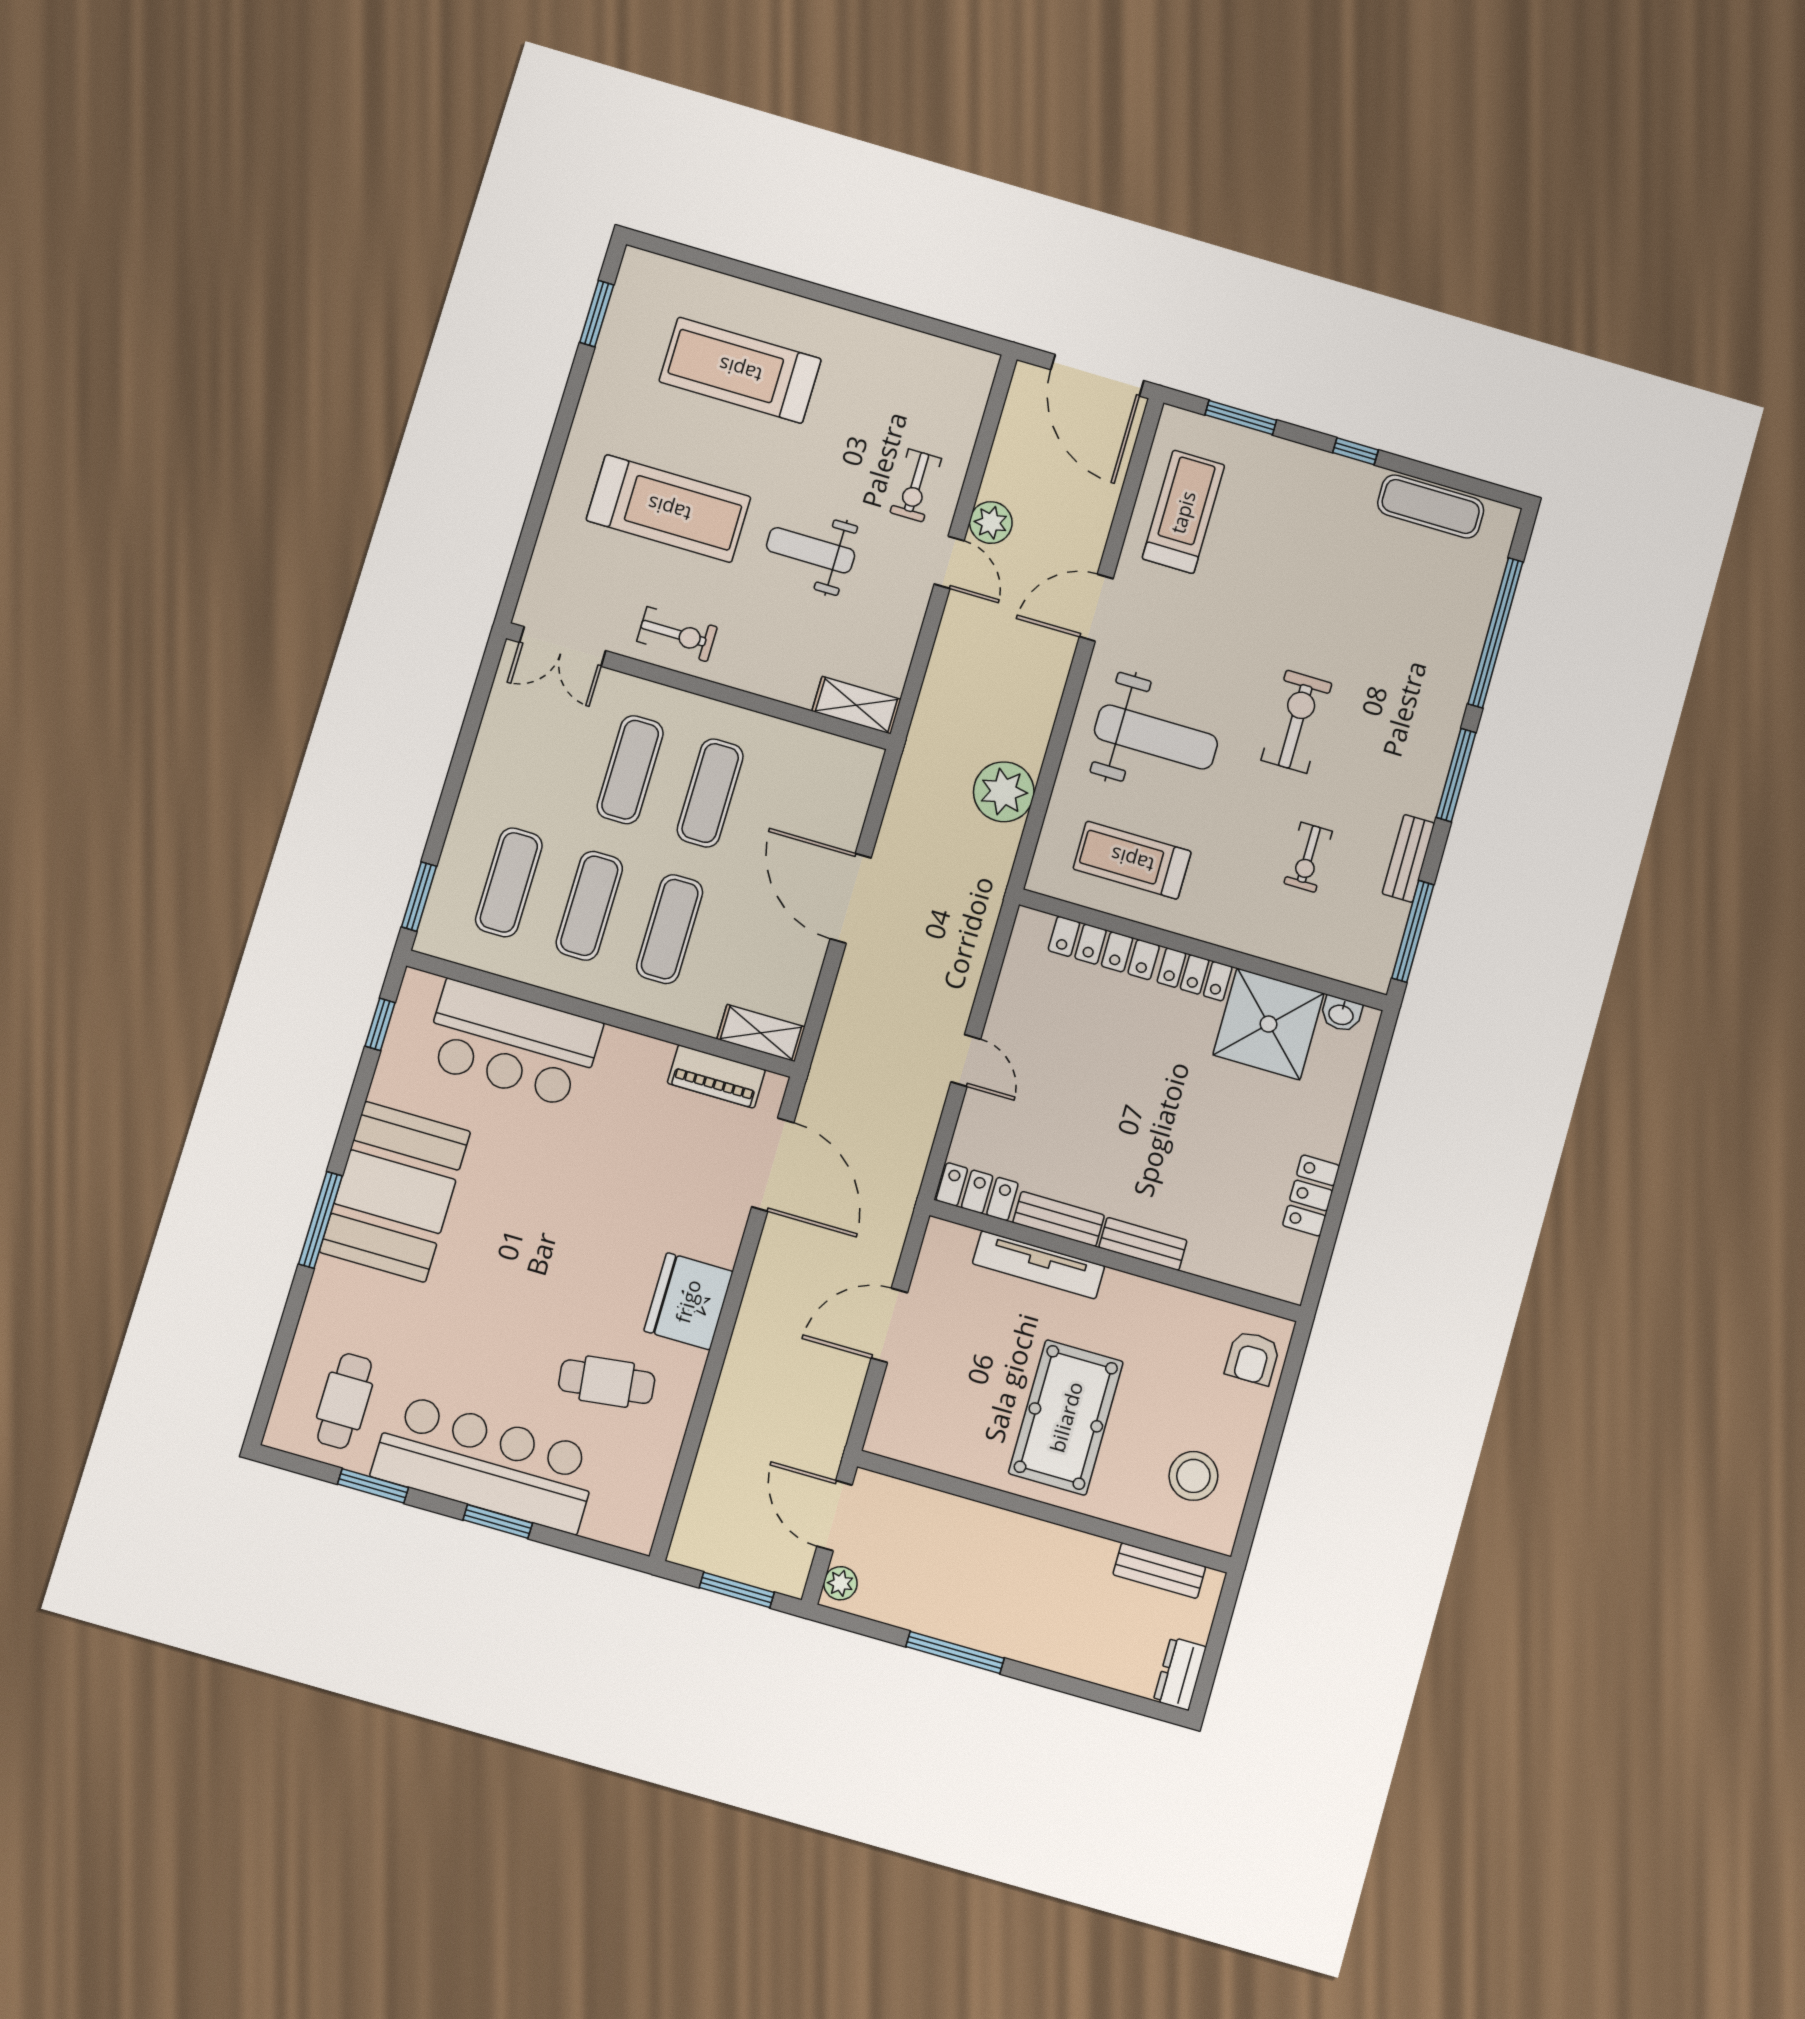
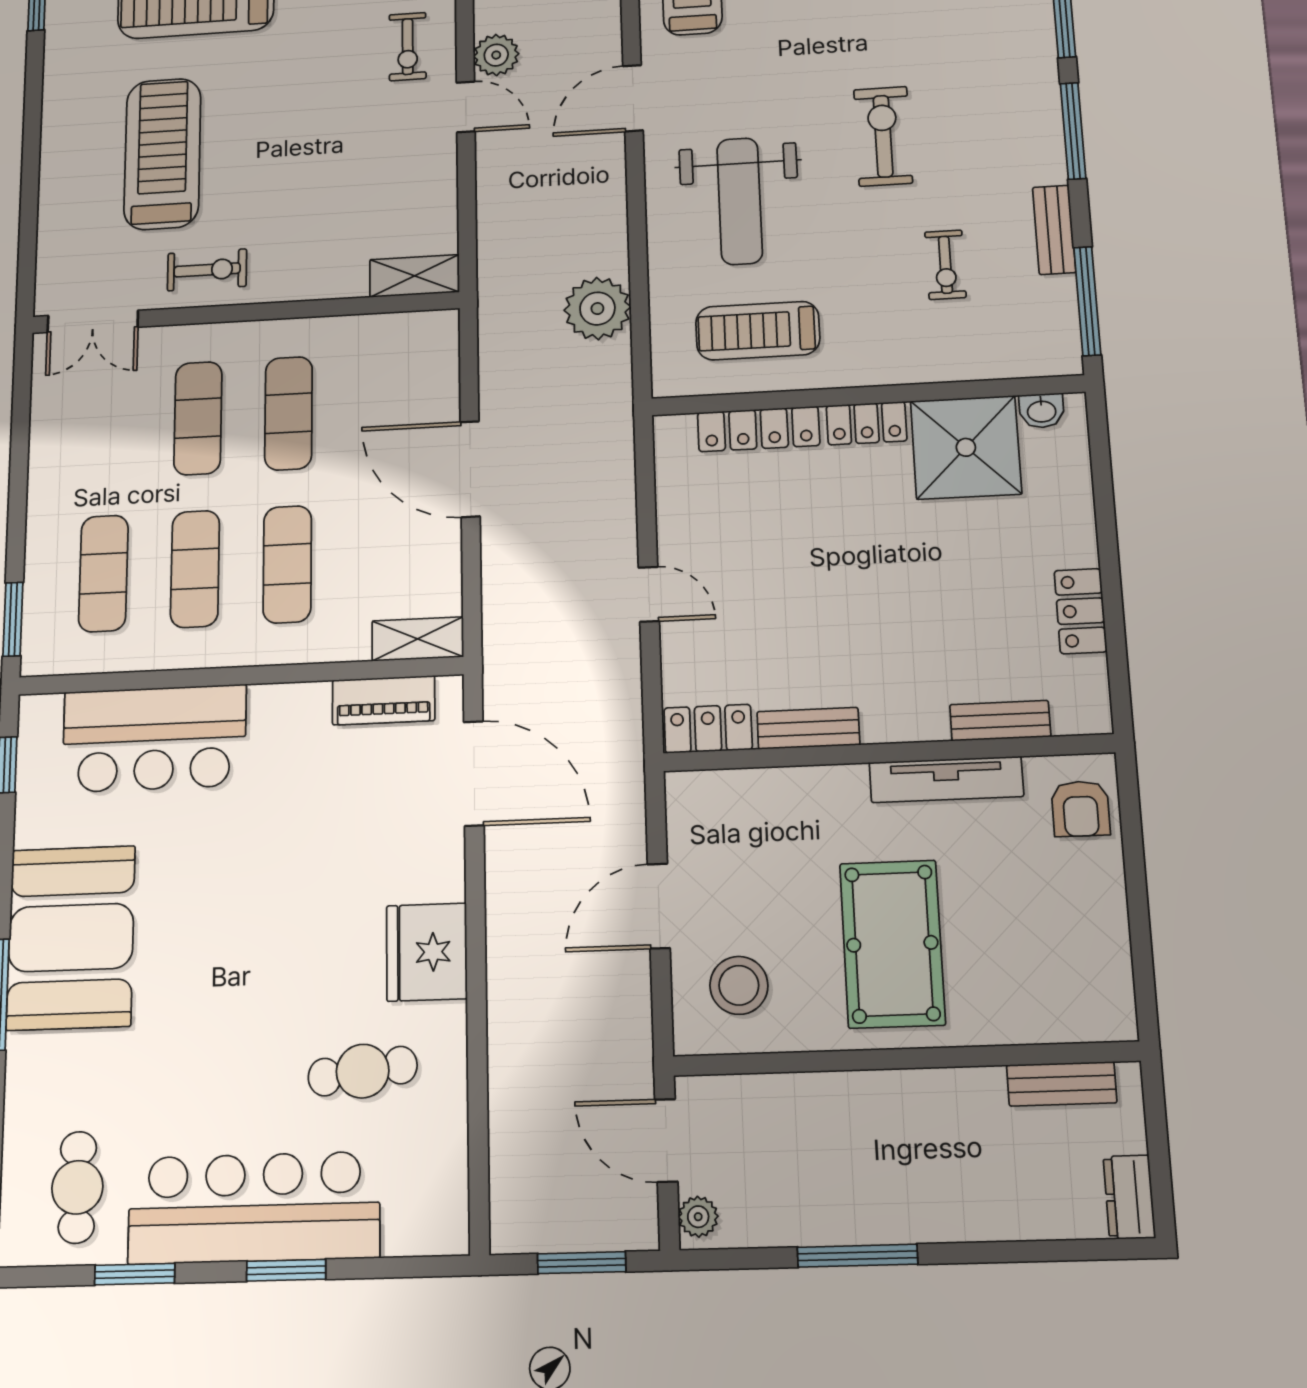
treadmill: (669, 509) -> (162, 154), turned -90
weight bench: (811, 550) -> (320, 144), removed
weight bench: (1156, 737) -> (740, 201), turned 90
bench: (1143, 1244) -> (1000, 721), moved
tv unit: (1039, 1265) -> (946, 779), moved
stool: (1193, 1476) -> (739, 985), moved

